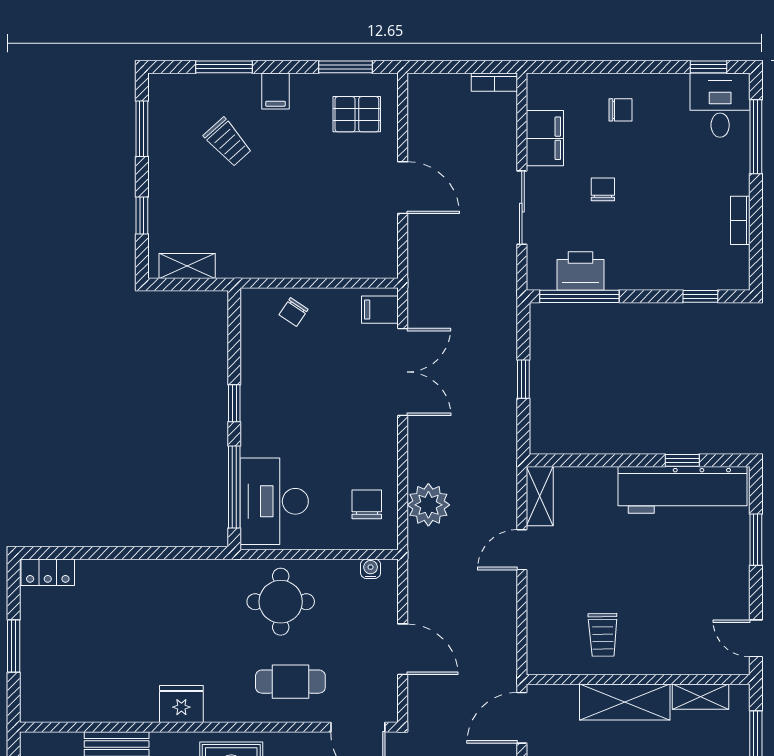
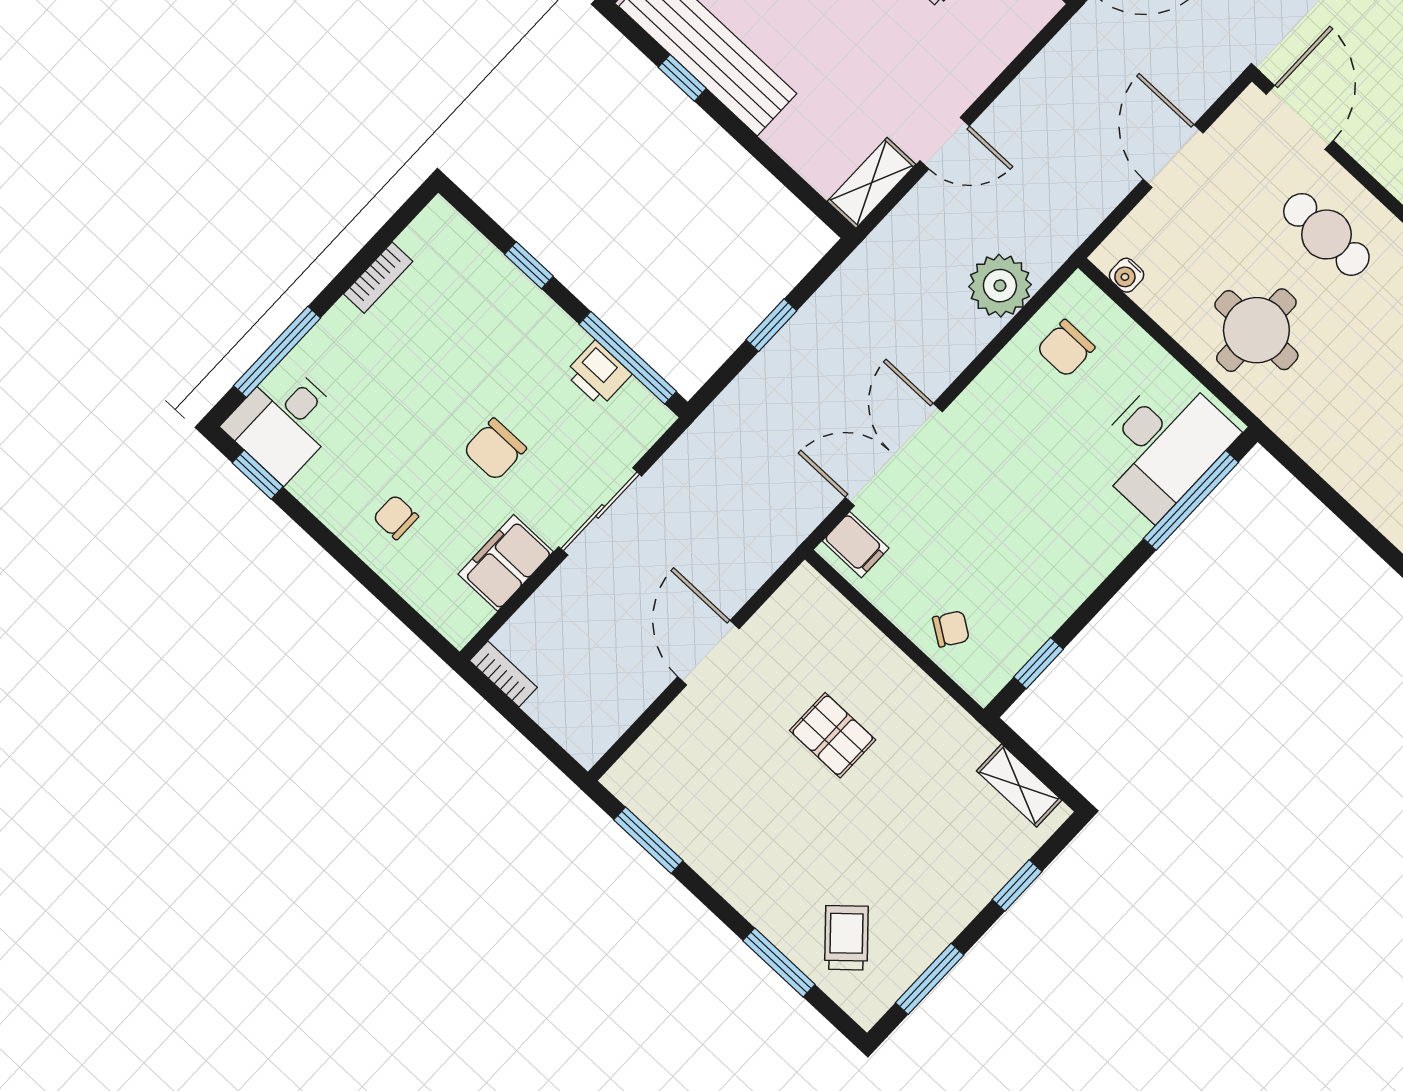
filing cabinet: (275, 91) -> (748, 885), removed
pallet: (357, 114) -> (833, 735), moved
trolley: (228, 142) -> (846, 938), moved
chair: (603, 189) -> (495, 449), width x1.37, depth x1.37
printer: (581, 271) -> (598, 374), width x0.73, depth x0.81
window: (700, 296) -> (529, 265), moved
window: (234, 403) -> (1039, 663), moved

